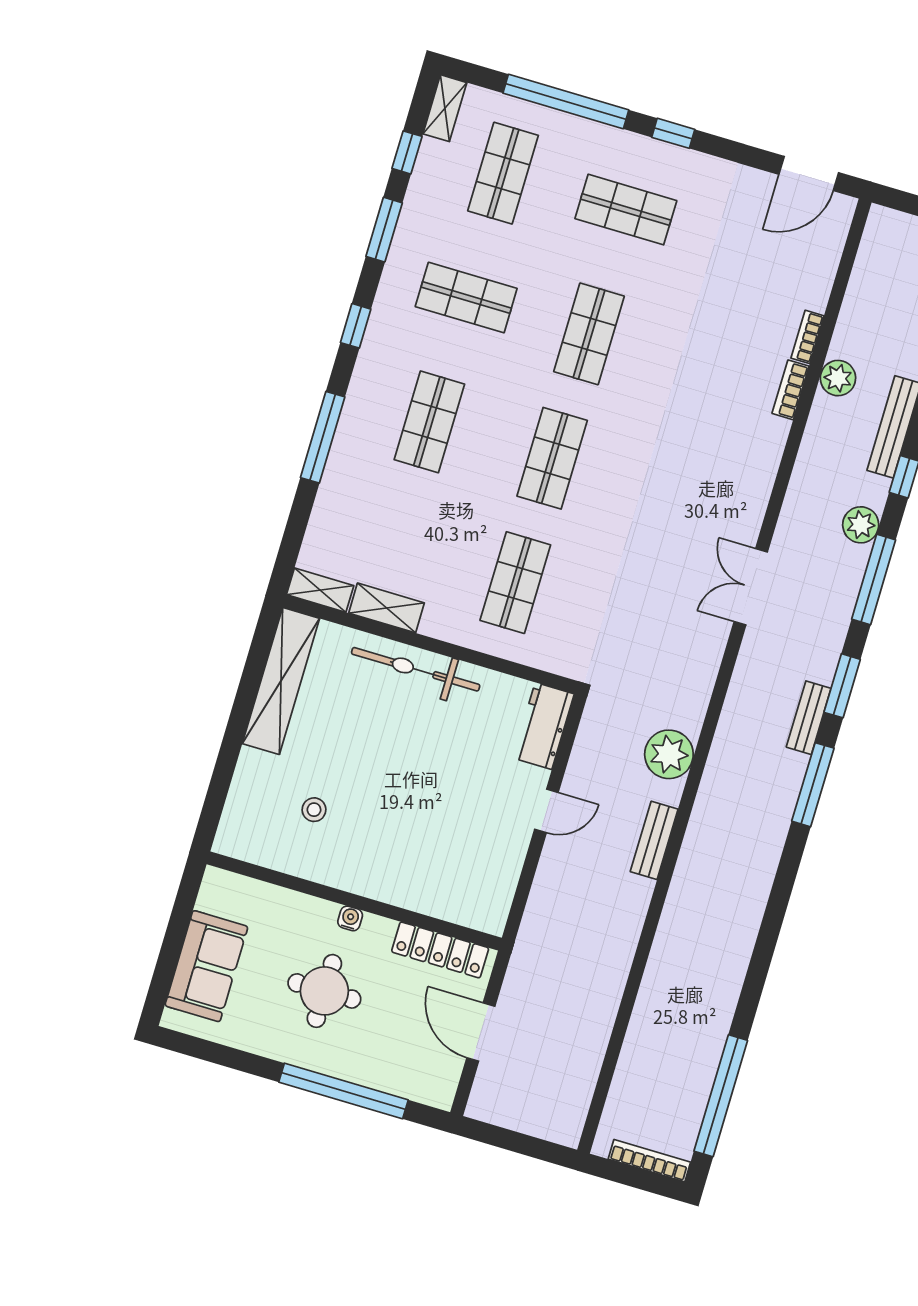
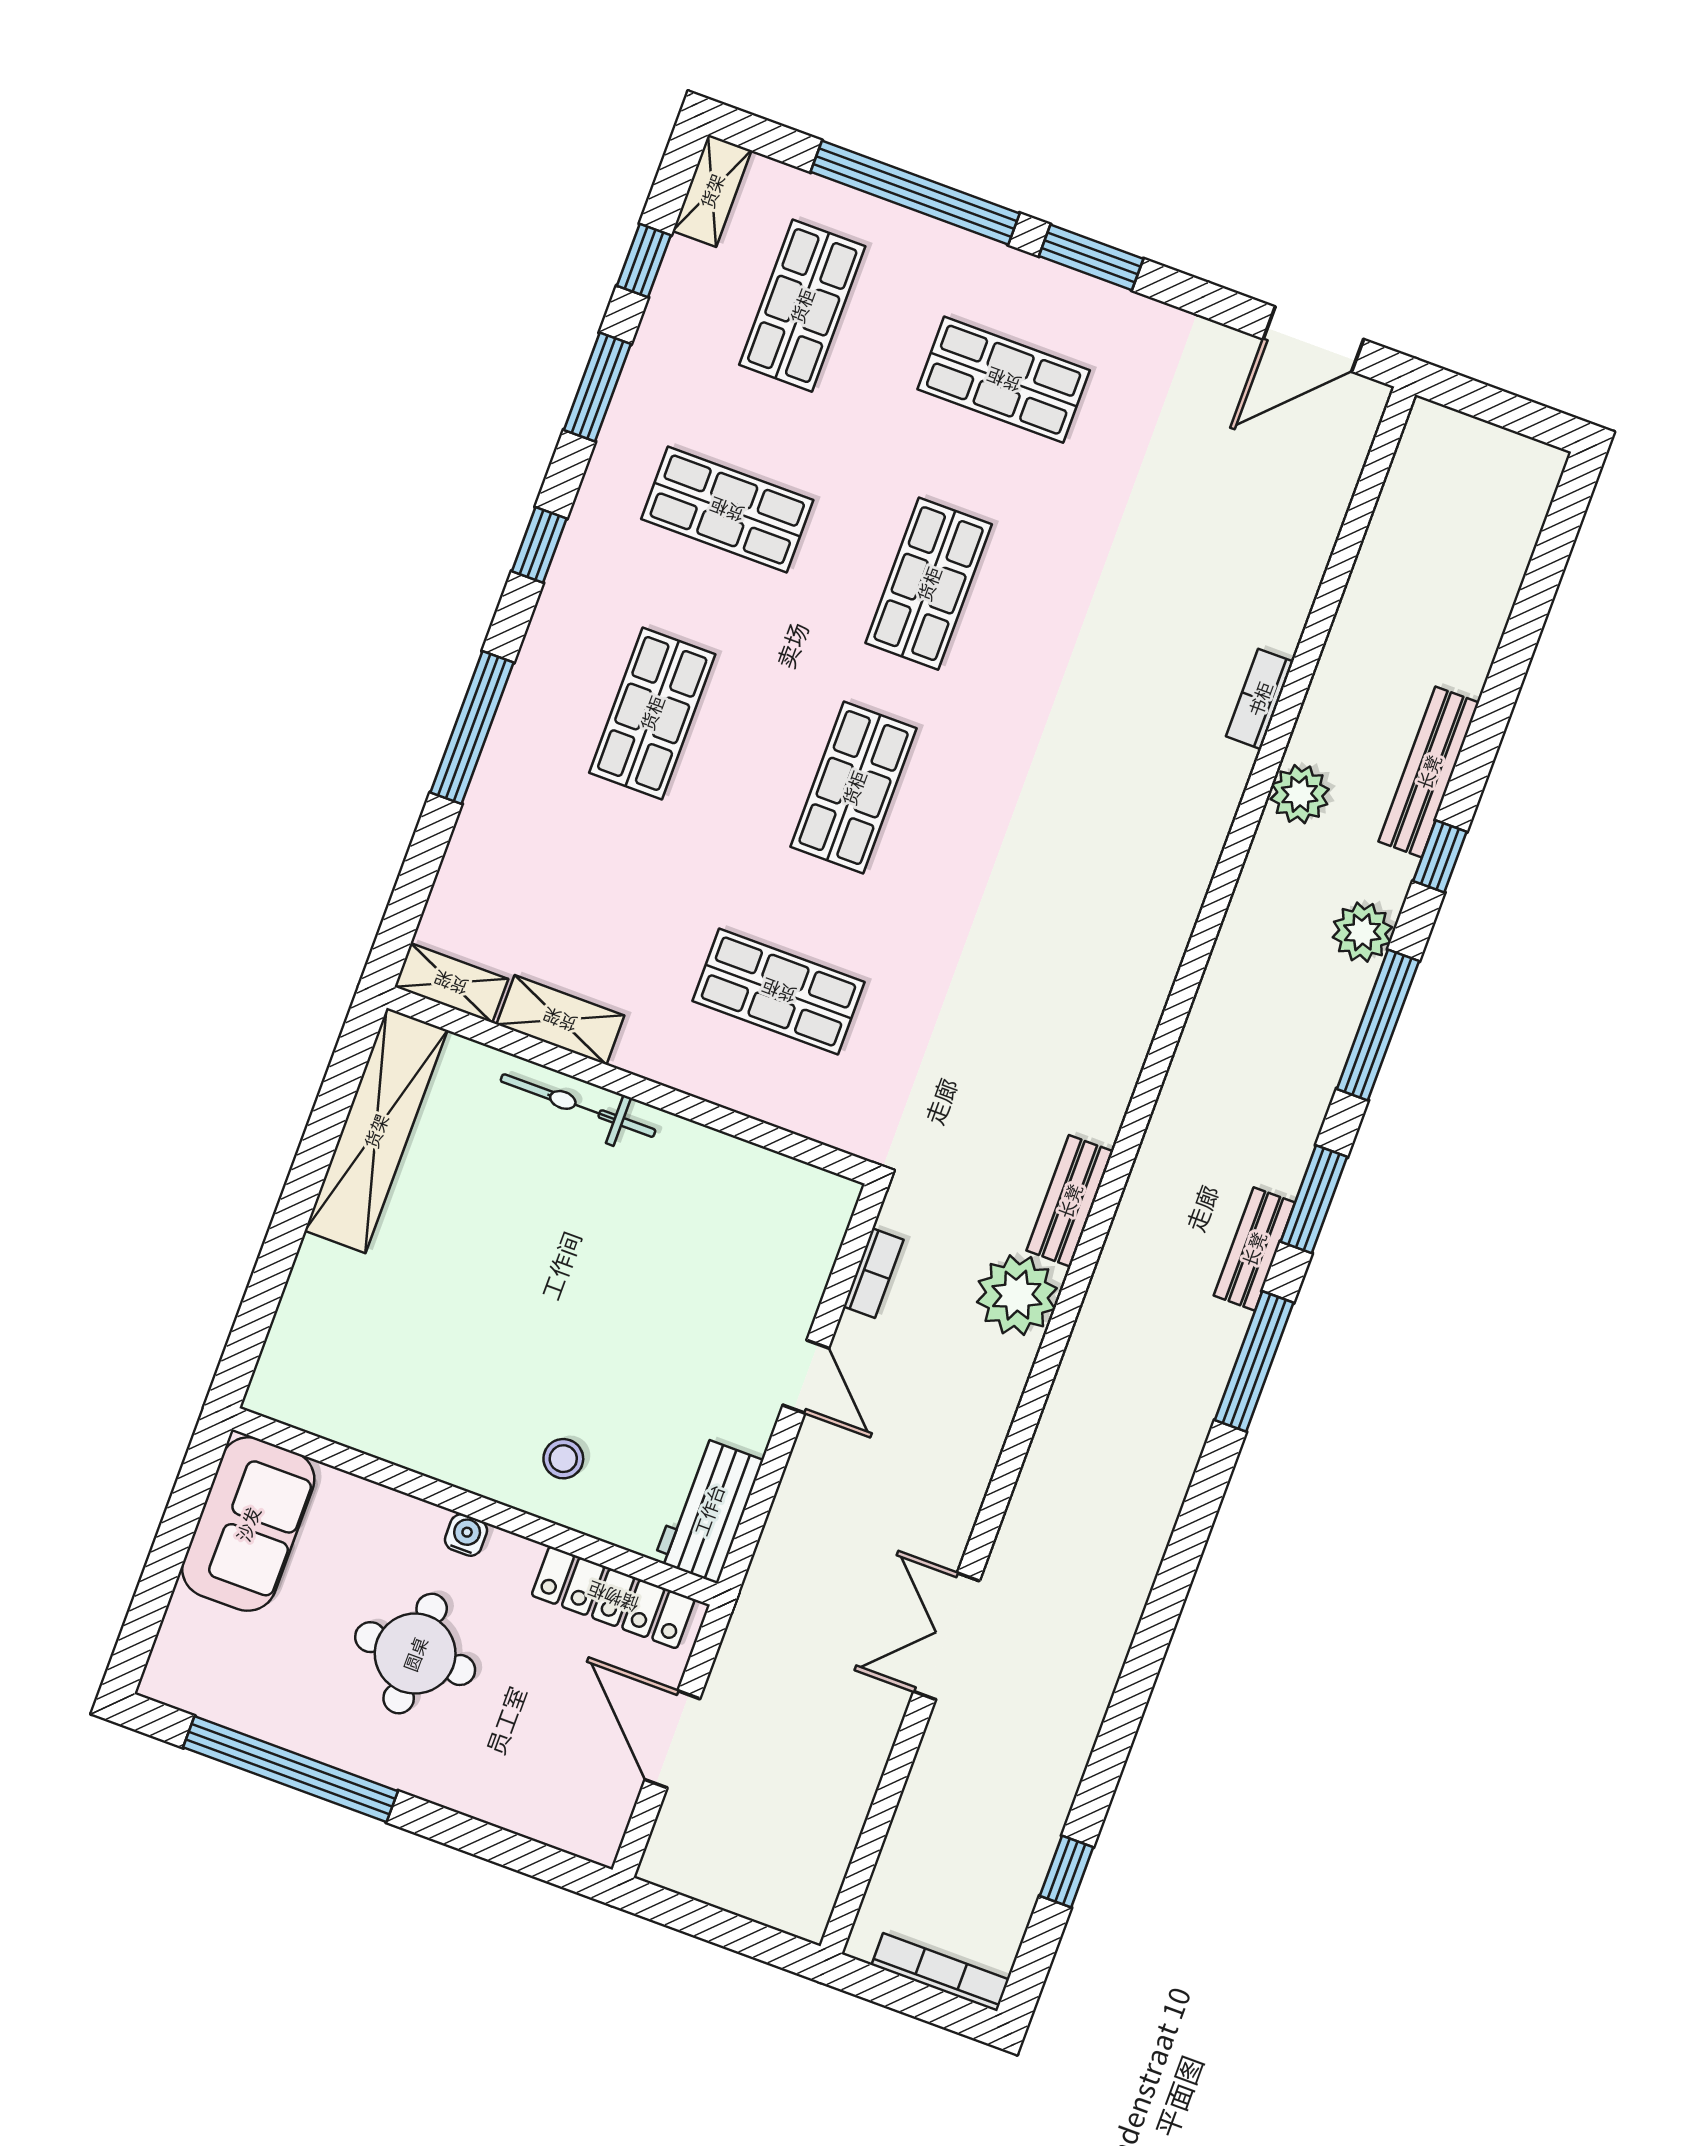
window: (673, 133) -> (1091, 257), width x1.50
bookcase: (807, 337) -> (874, 1273), moved, turned 180
plant: (838, 378) -> (1300, 794), moved
shop shelf: (515, 583) -> (779, 991), turned 90
double door: (751, 587) -> (946, 1636), moved
bicycle: (416, 669) -> (578, 1106), width x0.73, depth x0.71
workbench: (543, 726) -> (709, 1510), moved
stool: (314, 810) -> (563, 1459), moved
door: (546, 811) -> (806, 1377), hinge flipped
bench: (654, 840) -> (1070, 1201), moved
sofa: (206, 966) -> (248, 1524), moved
window: (343, 1091) -> (291, 1769), moved
window: (721, 1096) -> (1067, 1871), width x0.32

